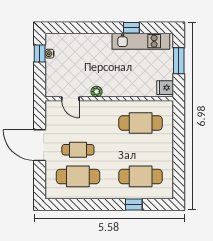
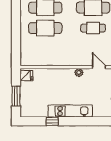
kitchen unit: (141, 41) -> (70, 111), moved
cafe table: (141, 123) -> (45, 28), moved

